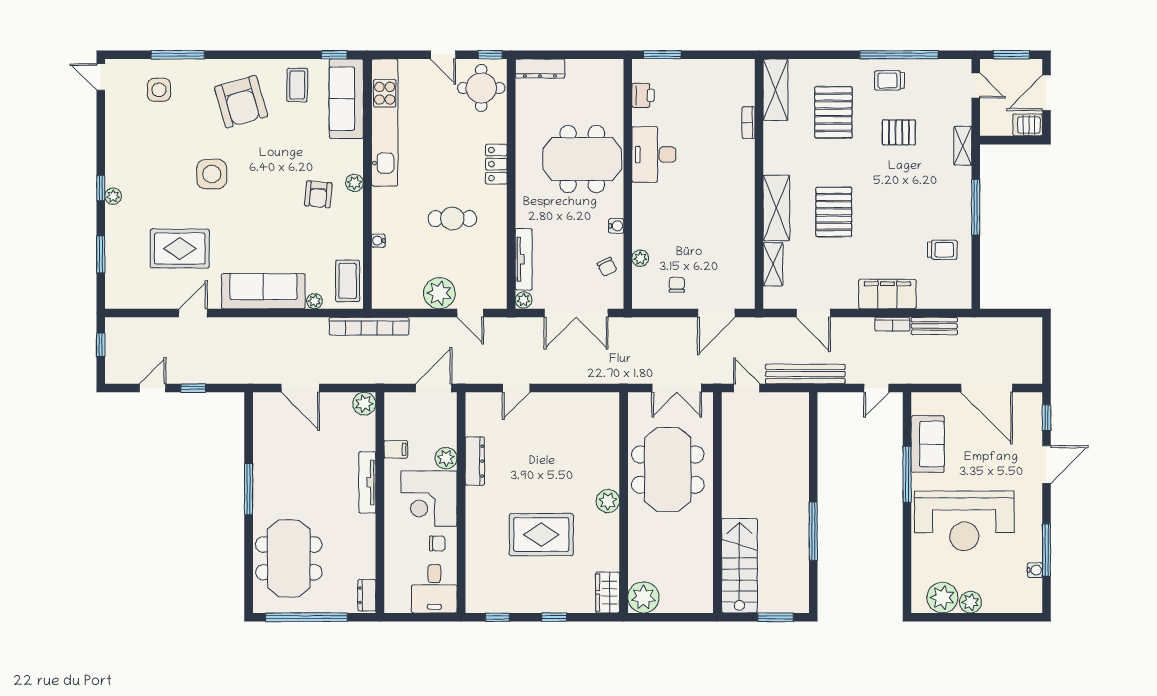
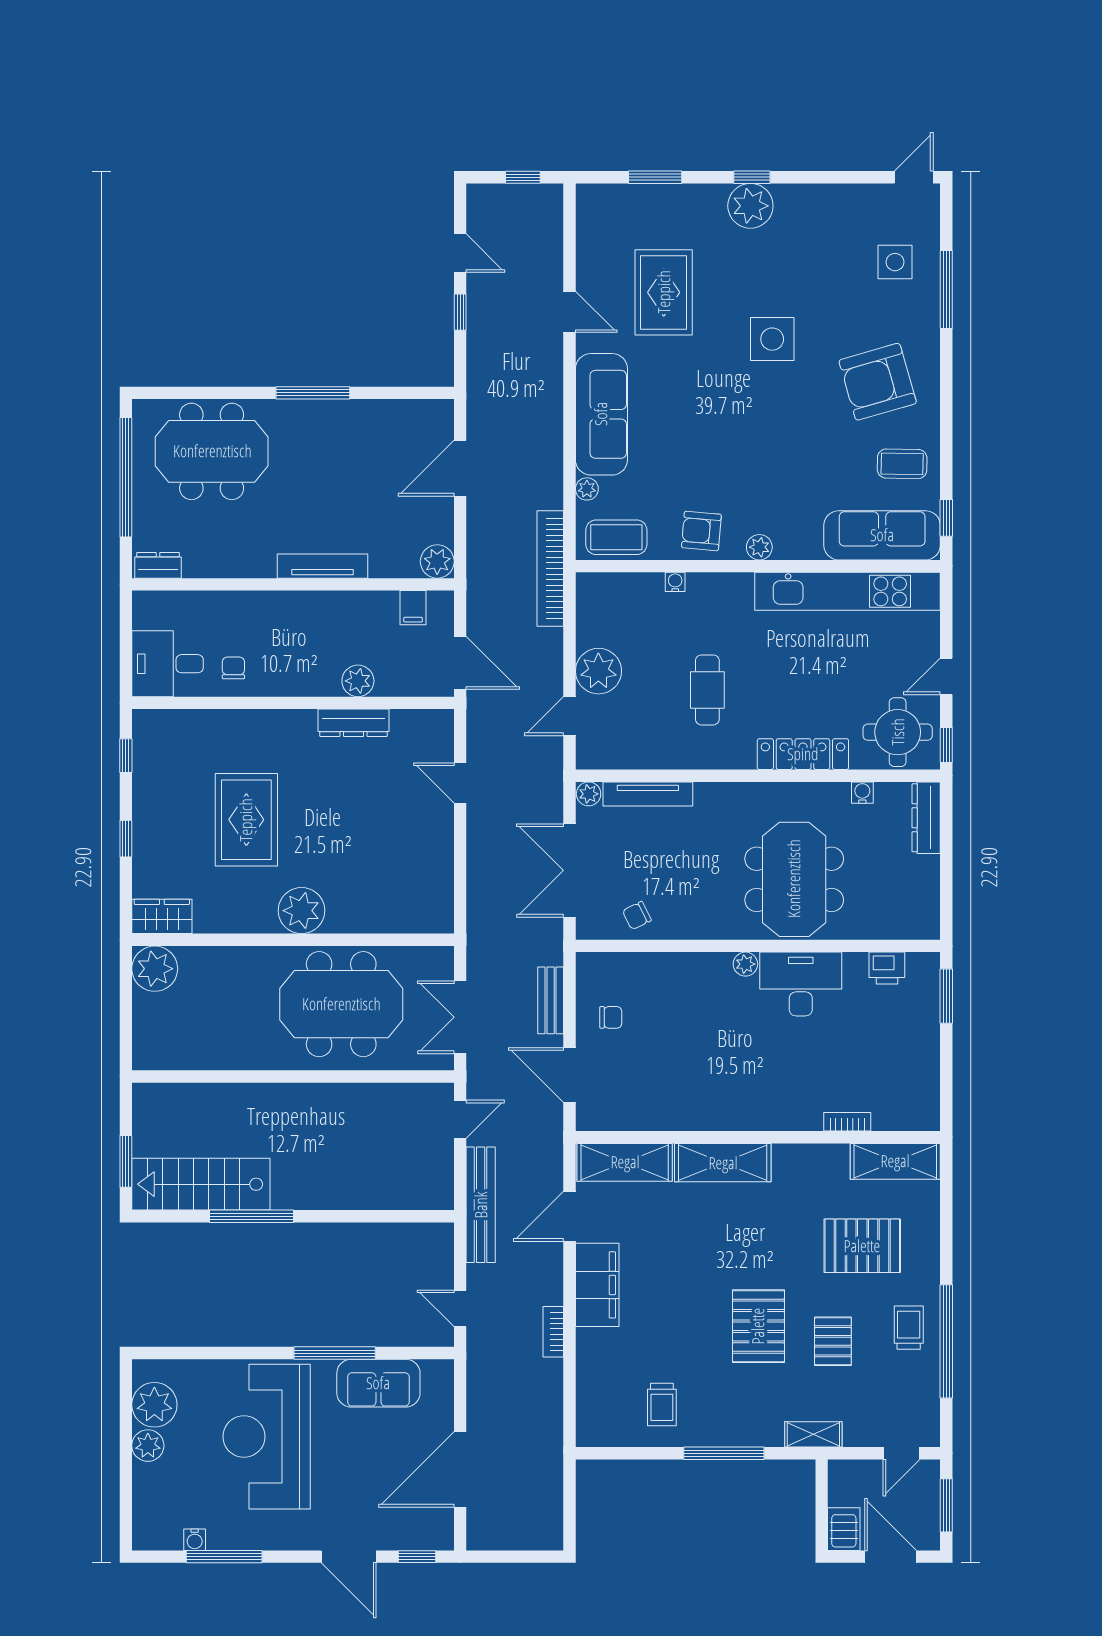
locker: (496, 164) -> (803, 754), width x1.53
armchair: (318, 194) -> (701, 531), moved
plant: (113, 196) -> (750, 206), width x1.88, depth x1.88
pallet: (834, 212) -> (758, 1326), moved, turned 90
water cooler: (616, 226) -> (862, 793), moved, turned 180
plant: (640, 258) -> (745, 964), moved
shelving: (773, 264) -> (625, 1162), width x1.50, depth x1.33
filing cabinet: (887, 294) -> (597, 1285), moved
bench: (934, 326) -> (551, 1000), moved
filing cabinet: (396, 449) -> (413, 608), moved
corner desk: (429, 499) -> (299, 656), removed
plant: (608, 501) -> (301, 911), width x1.36, depth x1.36
chair: (437, 543) -> (233, 668), turned 180
stairs: (739, 566) -> (201, 1184), moved, turned 180

